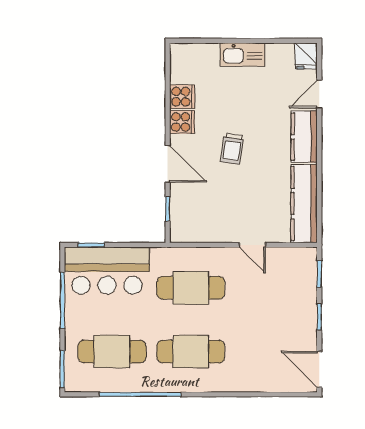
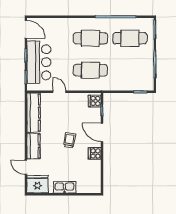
fridge: (306, 56) -> (37, 184), width x1.88, depth x1.34
door: (319, 94) -> (26, 167), swing flipped
cooker: (182, 97) -> (95, 101), moved
bar counter: (107, 271) -> (39, 62), moved, turned 90

